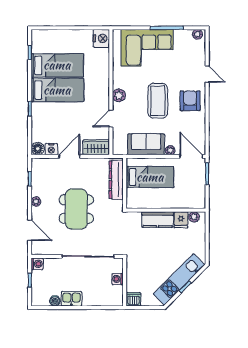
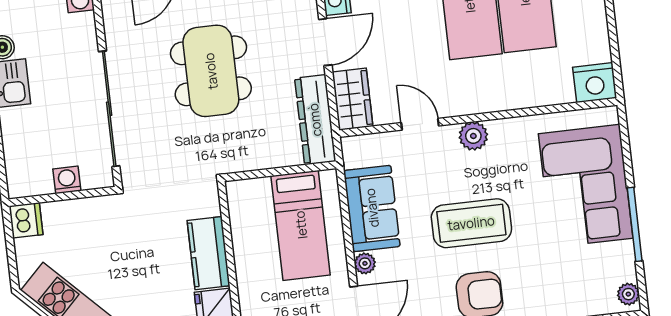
door: (69, 156) -> (325, 42), hinge flipped
dresser: (116, 180) -> (315, 120), moved, turned -90
dining table: (76, 209) -> (211, 71), turned 90

